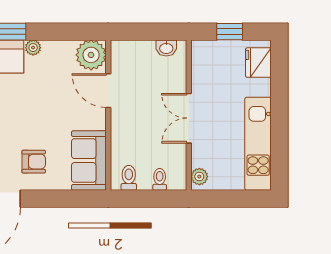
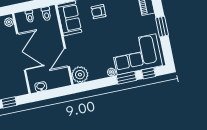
door: (108, 91) -> (67, 58), swing flipped
double door: (189, 118) -> (21, 52), width x1.37

